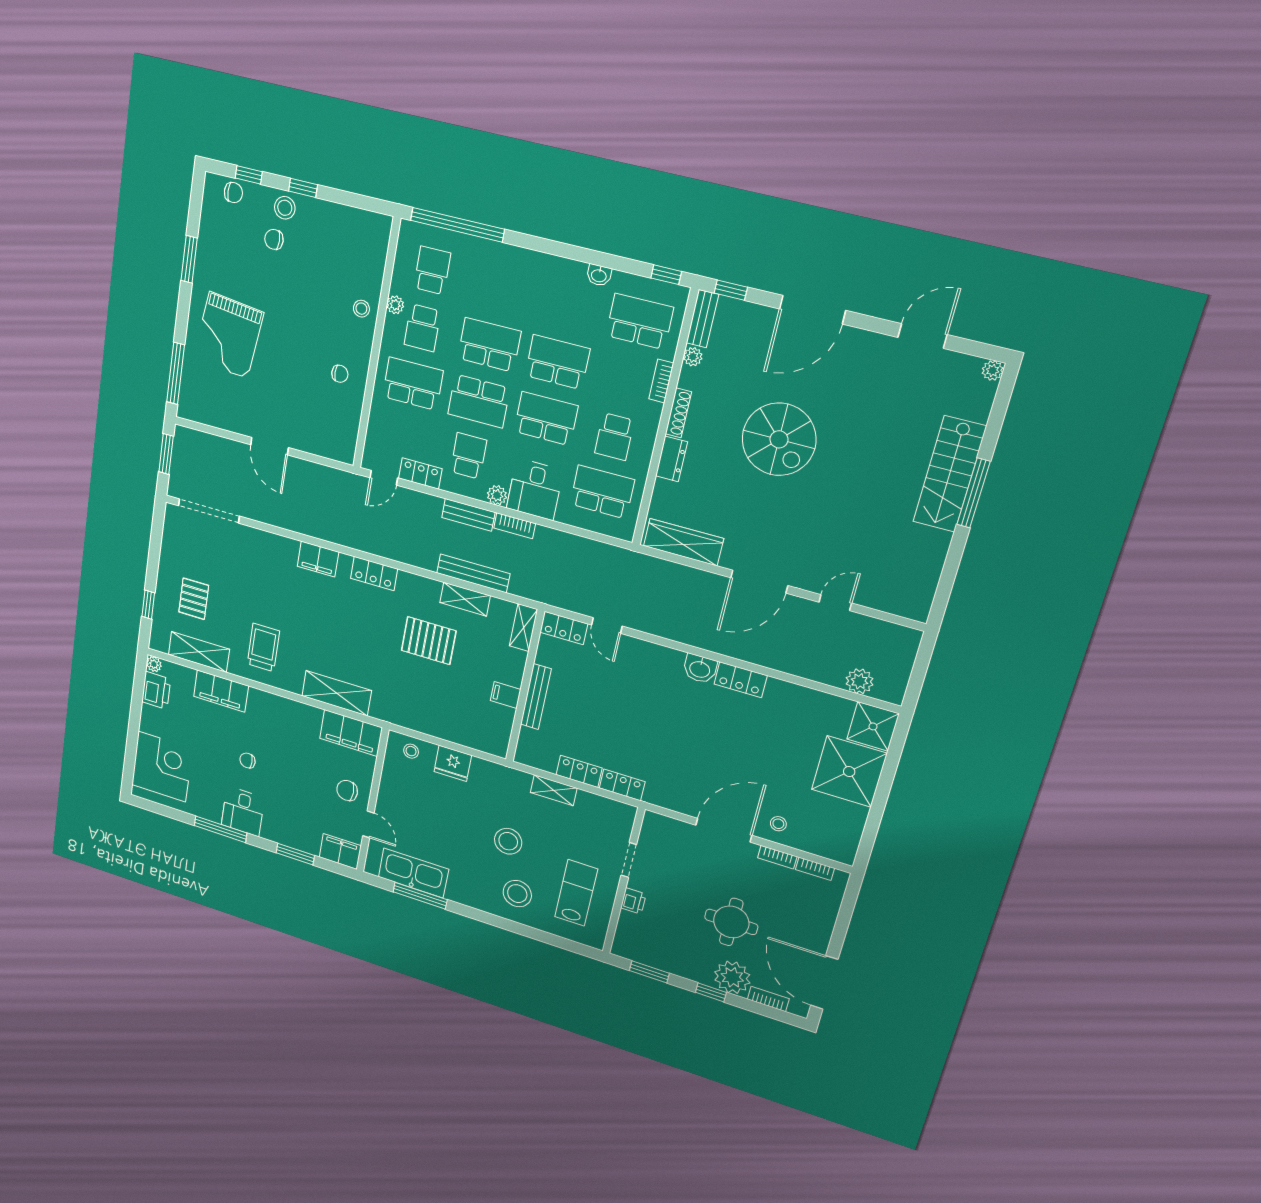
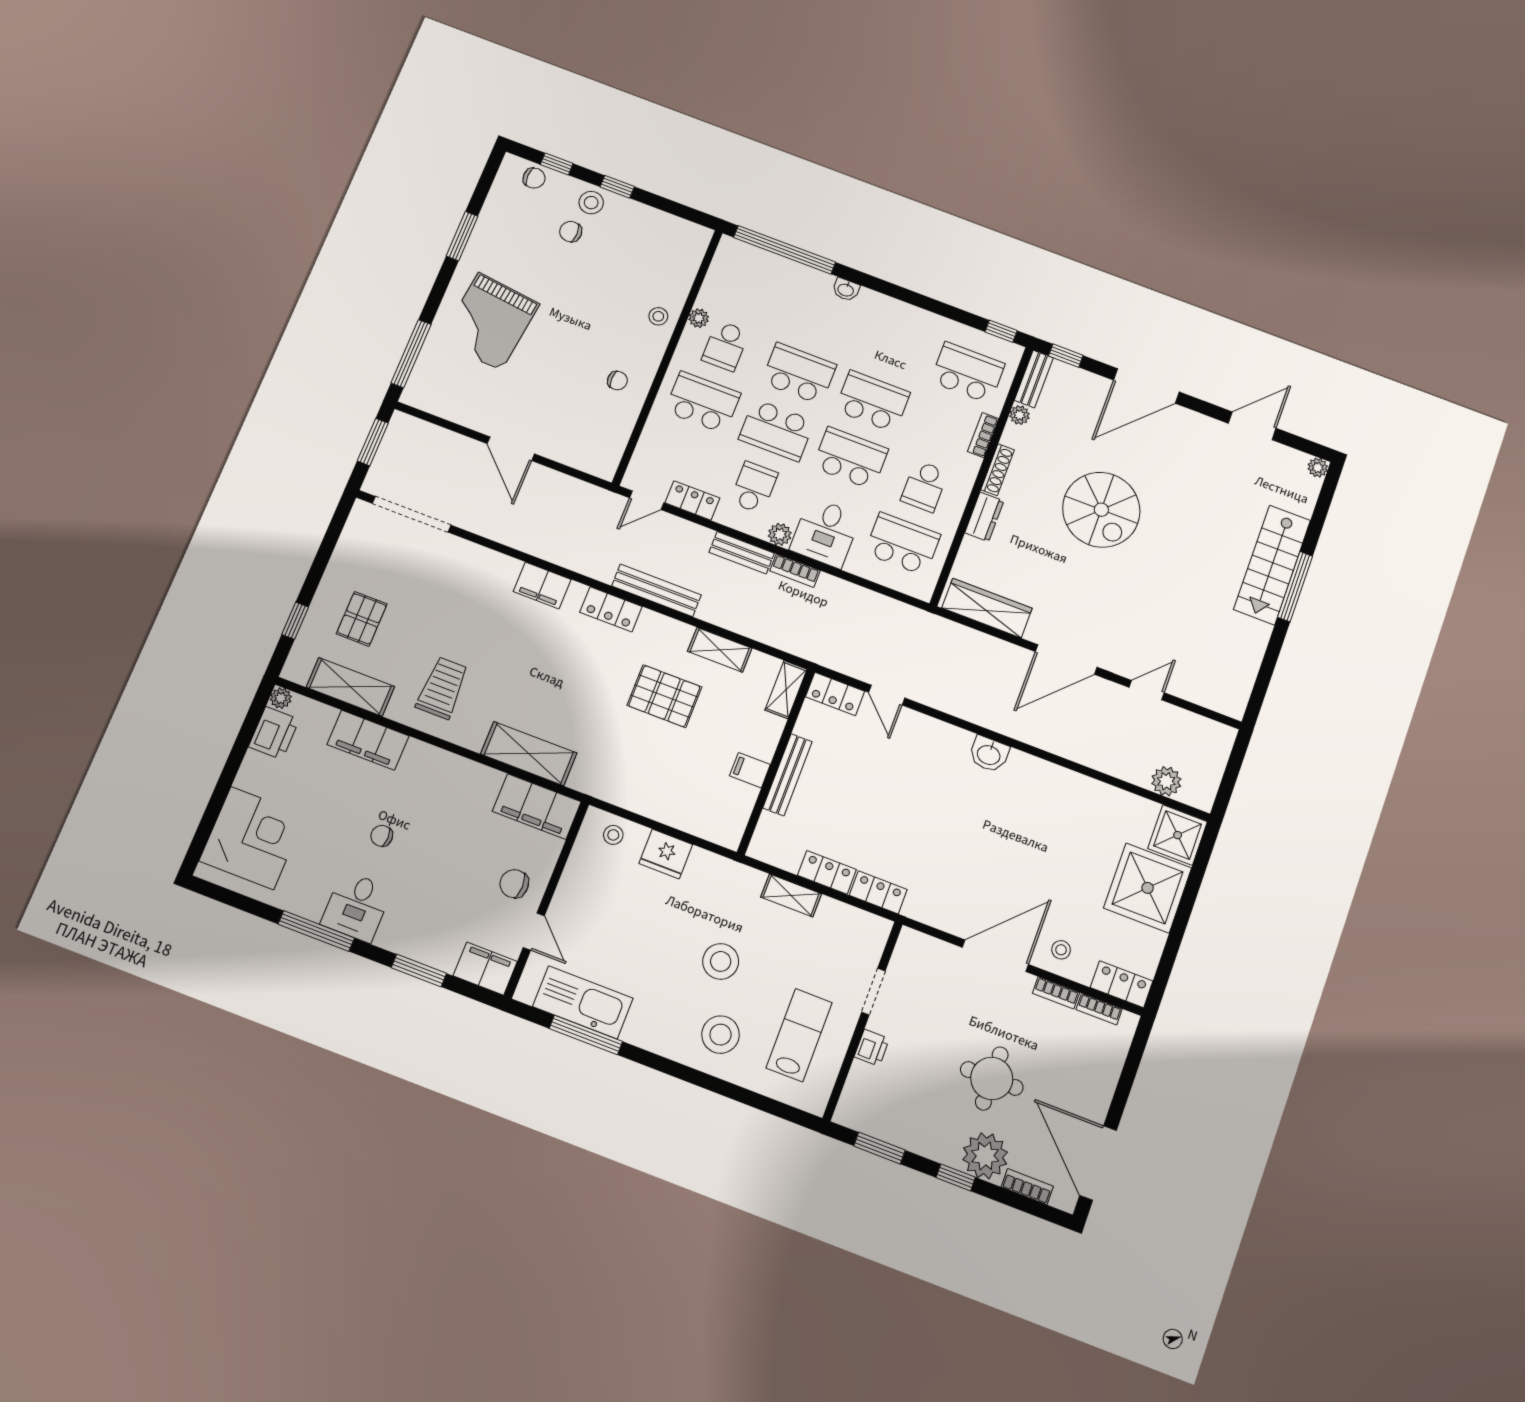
school desk: (432, 270) -> (748, 290), removed
washbasin: (599, 275) -> (846, 290), moved
bench: (473, 573) -> (656, 590), moved
locker: (741, 680) -> (1122, 984), moved, turned 180

